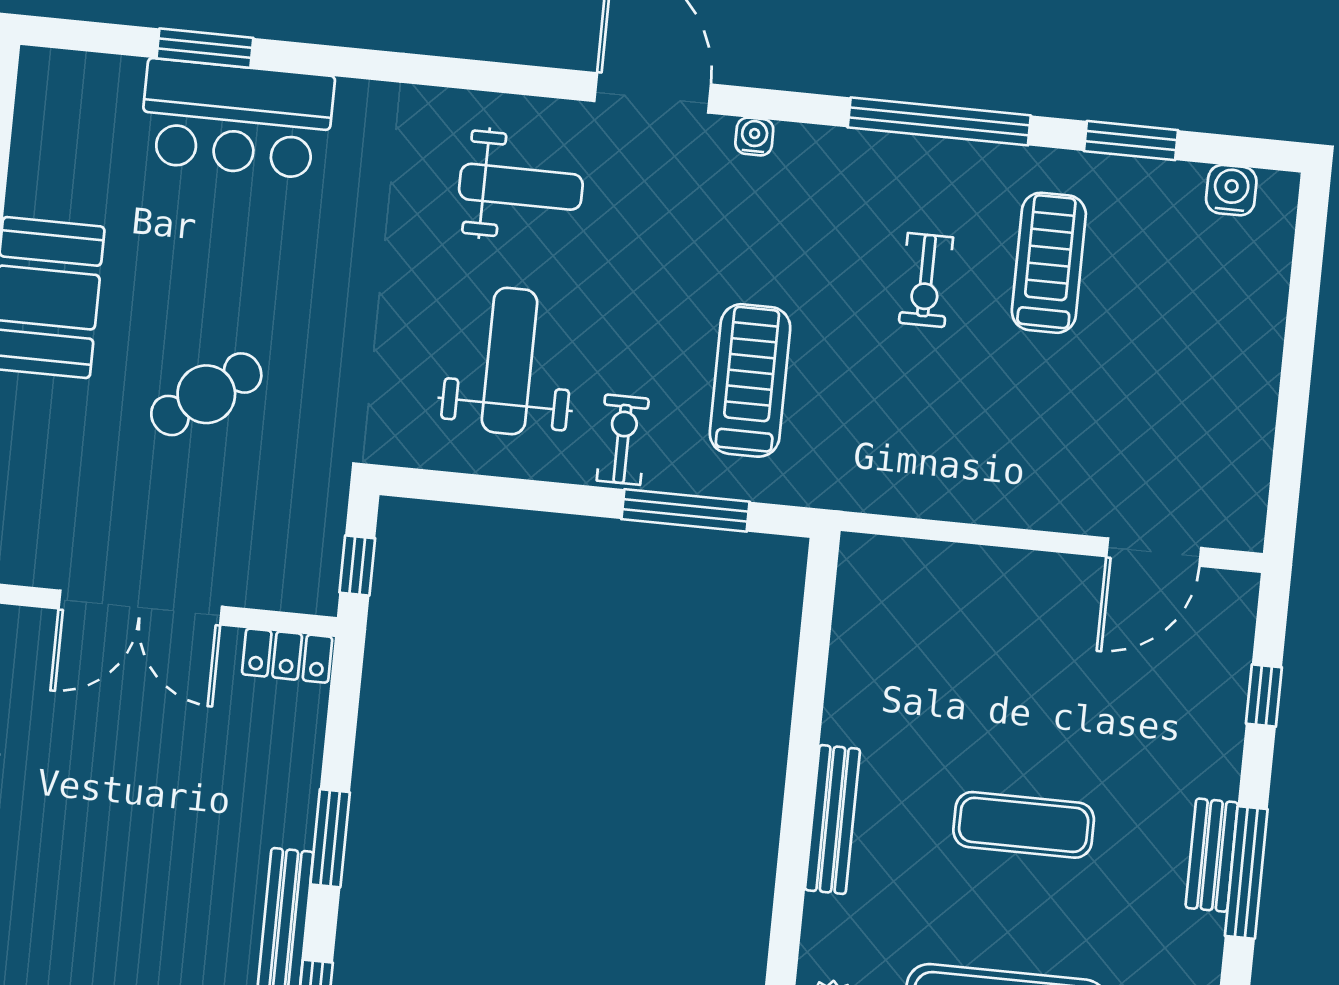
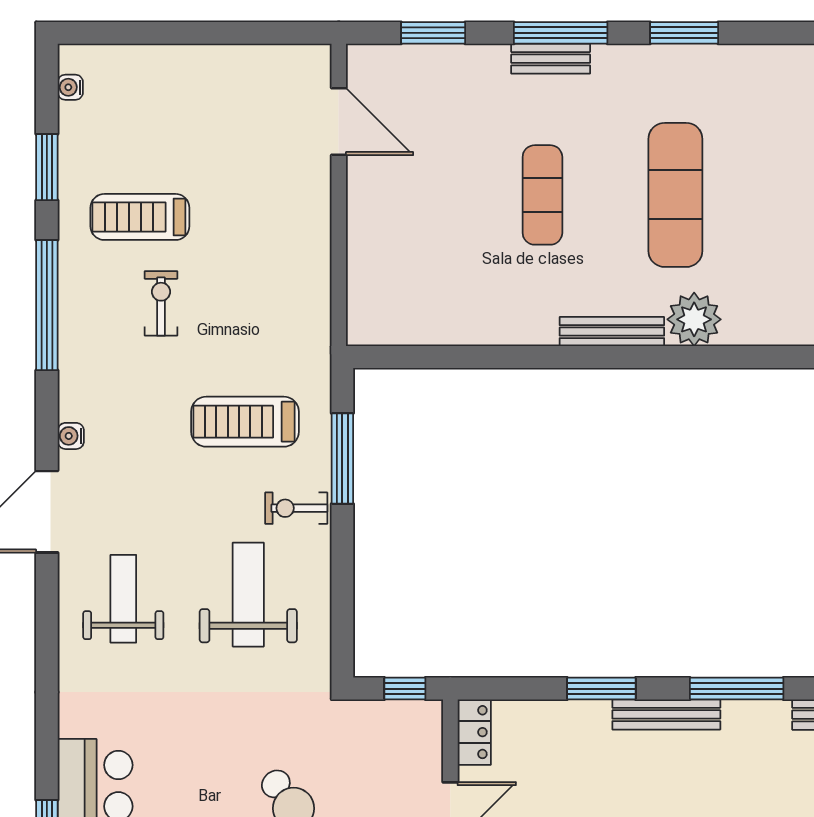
water cooler: (1231, 190) -> (70, 87), width x0.72, depth x0.72
exercise bike: (926, 280) -> (161, 303), turned -90
weight bench: (509, 361) -> (248, 595), turned 90
window: (1264, 696) -> (433, 33), width x1.50
bench: (833, 820) -> (612, 332), moved

